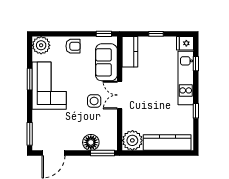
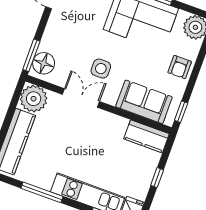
double door: (120, 95) -> (81, 98), moved
window: (196, 111) -> (42, 192), width x2.17
floor lamp: (91, 142) -> (44, 63), moved

